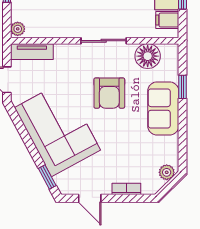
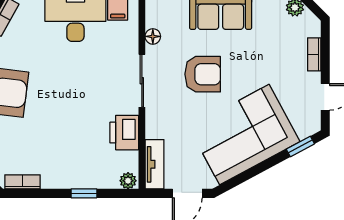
printer: (59, 26) -> (124, 133), added
floor lamp: (148, 56) -> (153, 36), width x0.53, depth x0.53

